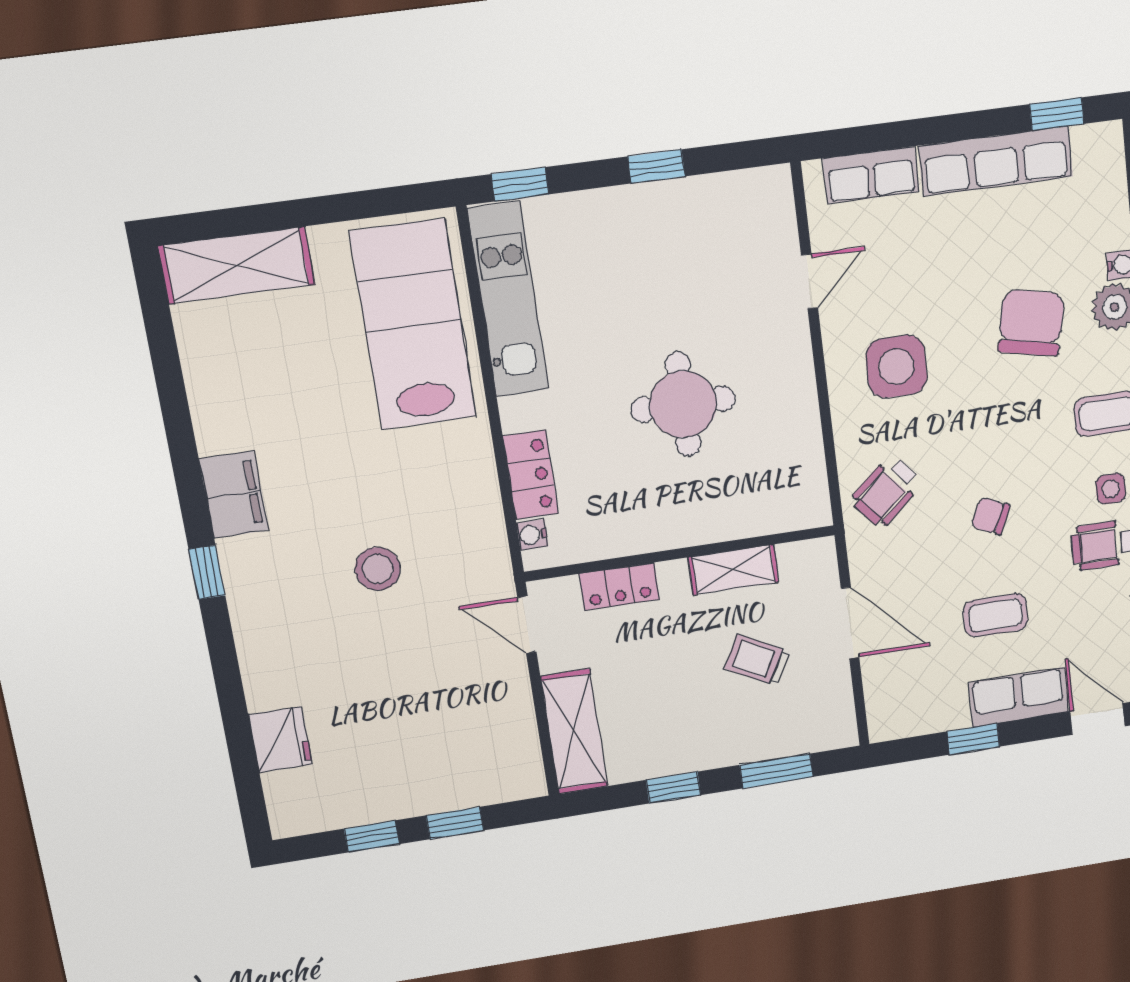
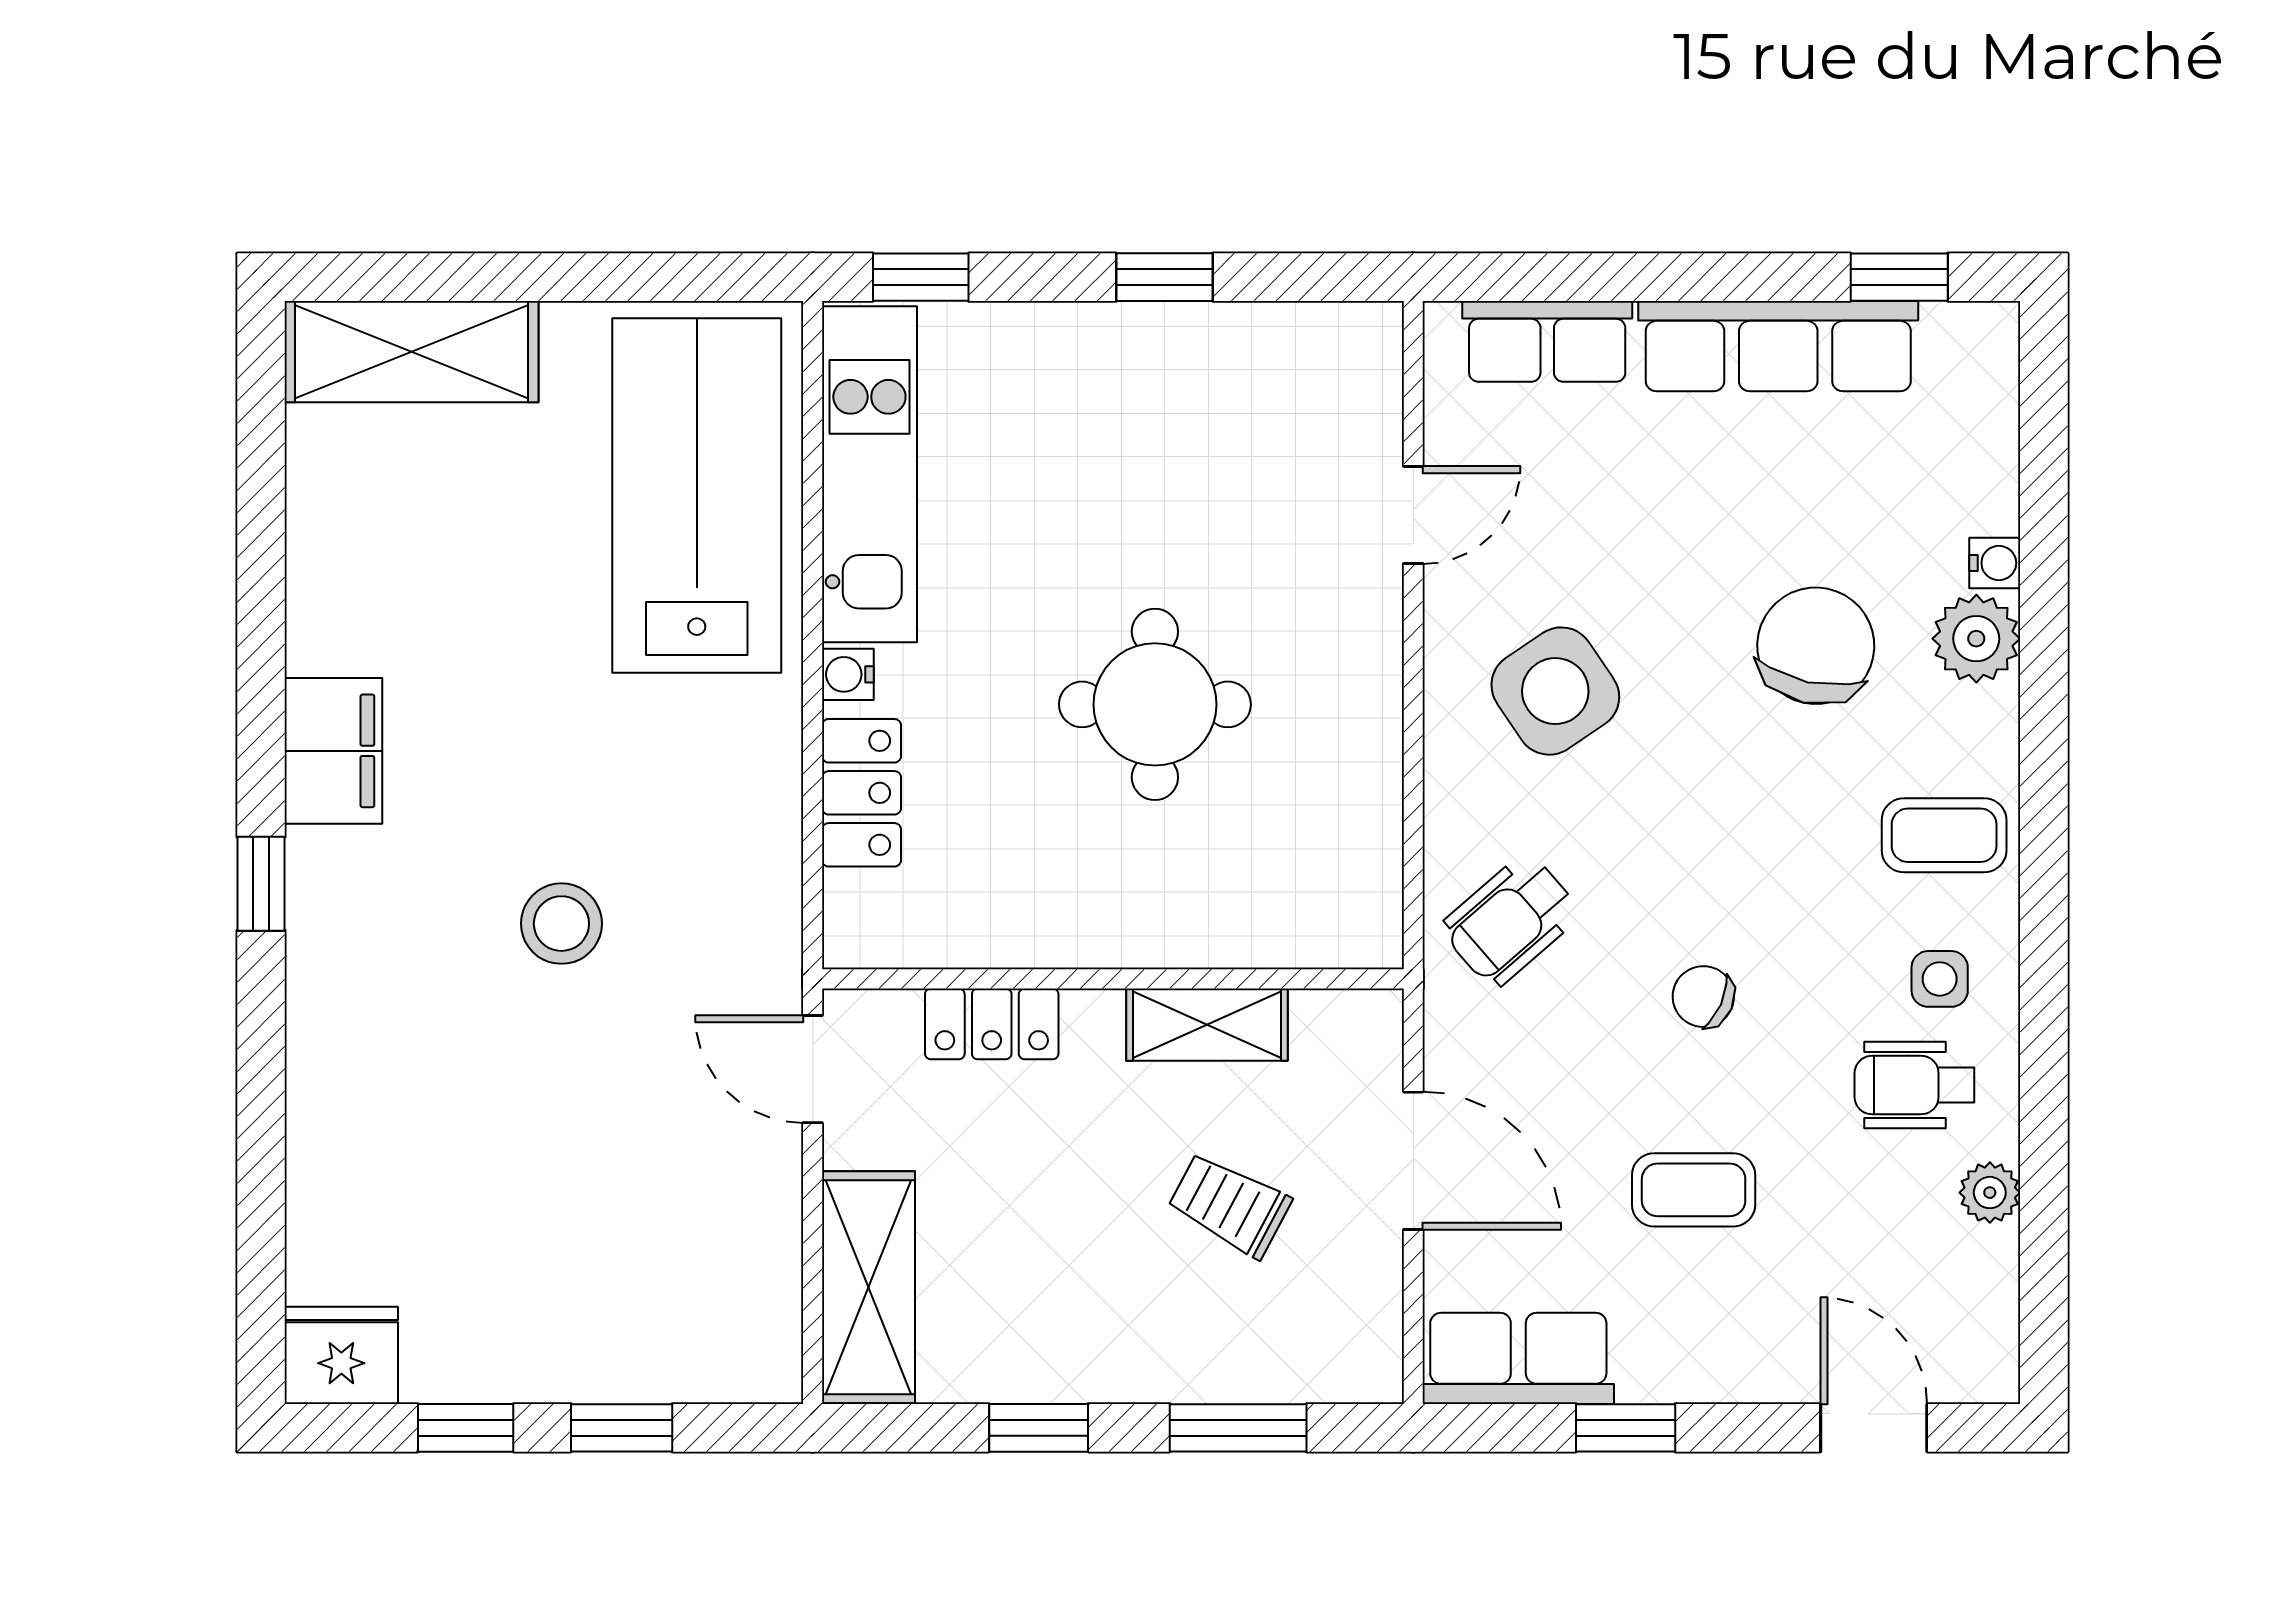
side table: (896, 367) -> (1555, 691), turned -34
water cooler: (532, 535) -> (848, 674), moved
row of seats: (1019, 697) -> (1518, 1358), moved
fridge: (280, 740) -> (341, 1355), moved, turned -90

